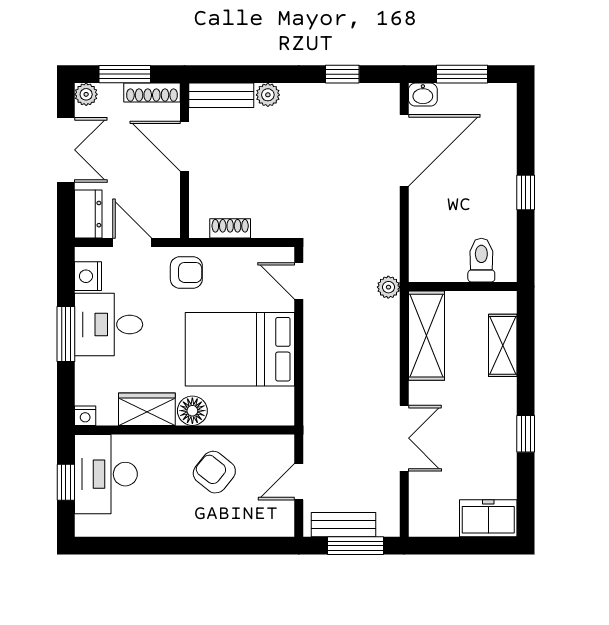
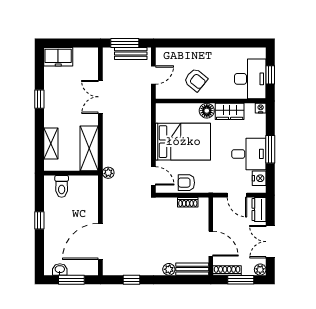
washbasin: (423, 95) -> (60, 269), moved
armchair: (186, 272) -> (186, 183), moved

